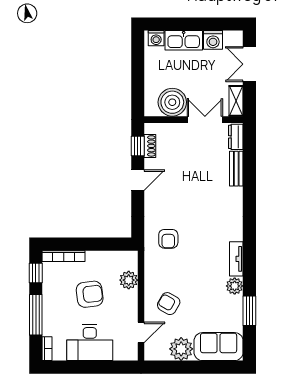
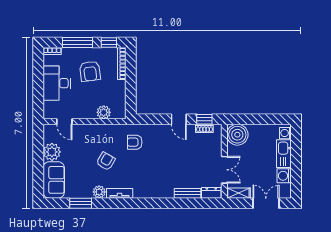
boiler: (172, 102) -> (237, 135), moved
armchair: (90, 294) -> (90, 71), moved
armchair: (169, 304) -> (106, 161), moved

